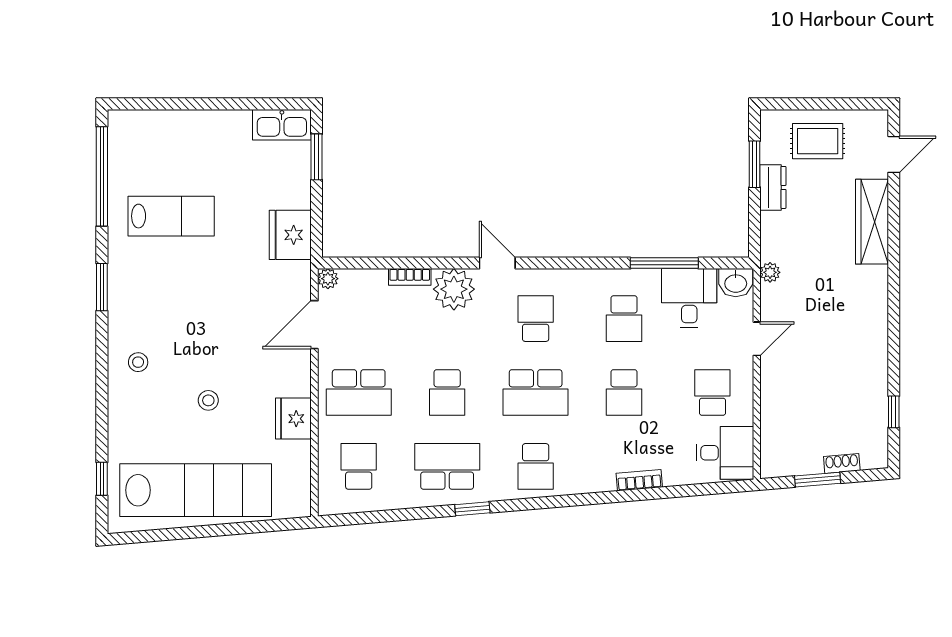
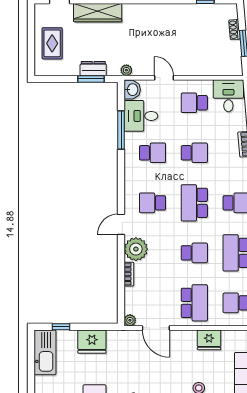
kitchen sink: (282, 125) -> (45, 352), width x1.36, depth x1.24
window: (317, 157) -> (61, 327), width x0.67
window: (755, 164) -> (91, 79), moved
dresser: (773, 187) -> (93, 69), moved
fridge: (290, 235) -> (92, 342), moved
school desk: (536, 393) -> (194, 203), turned 180

